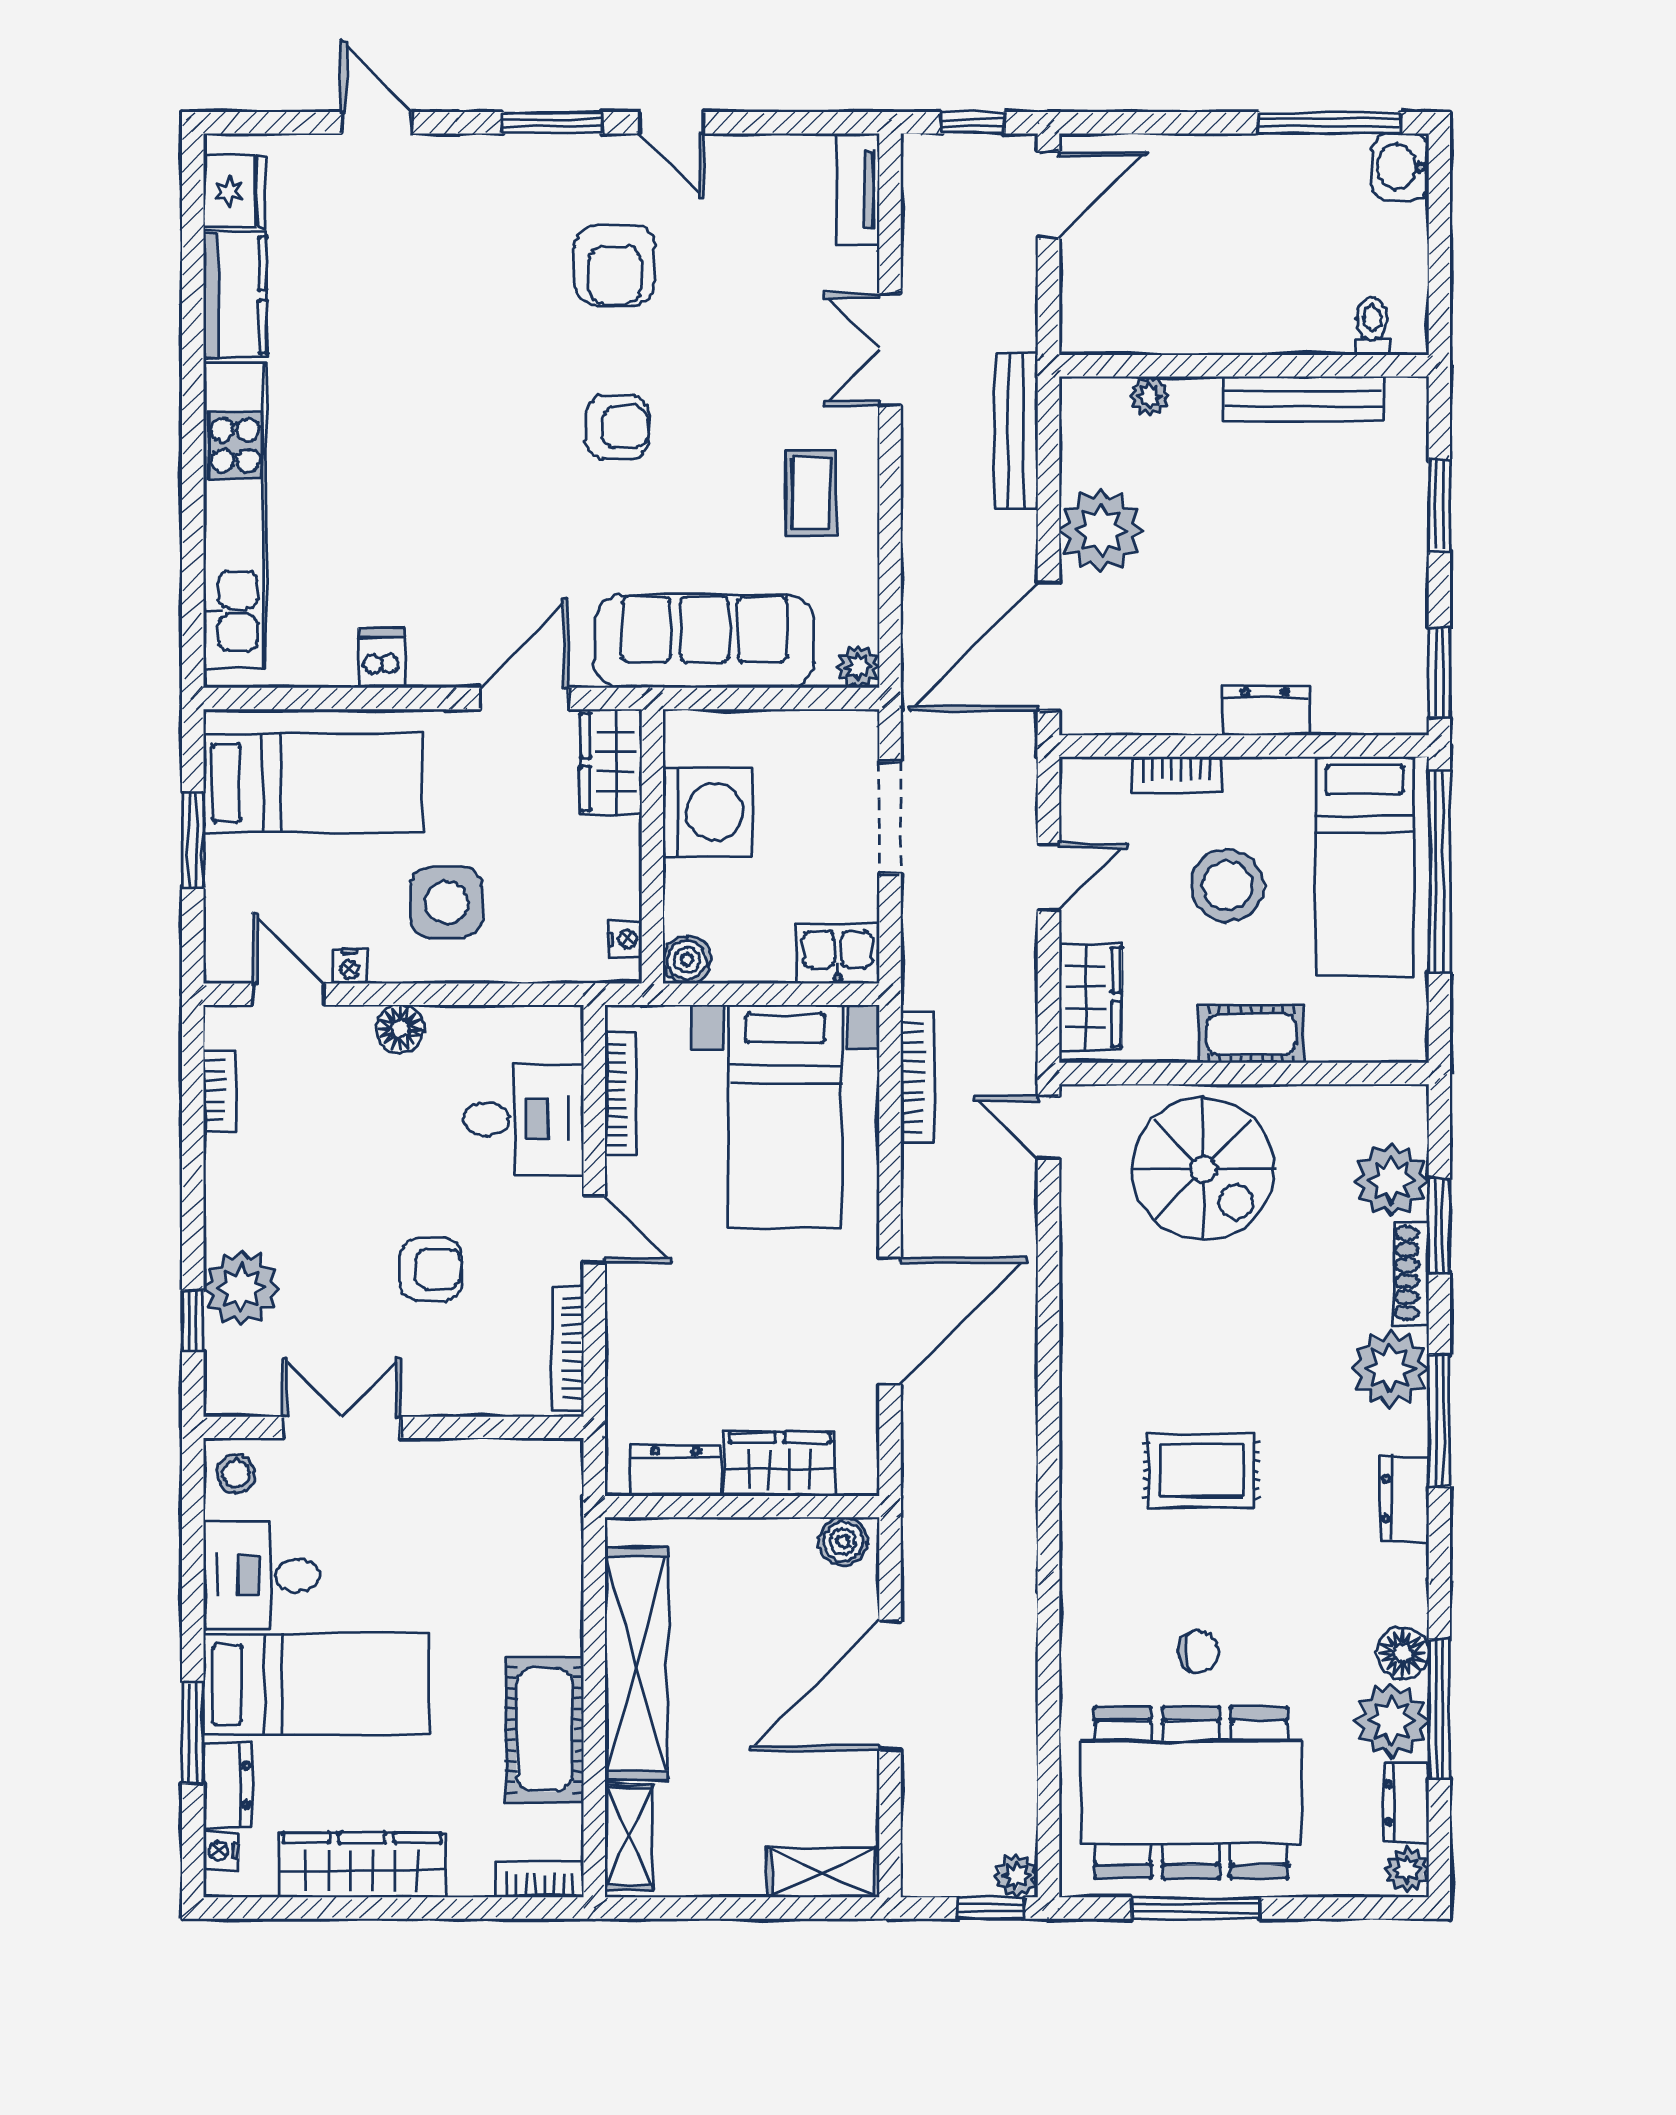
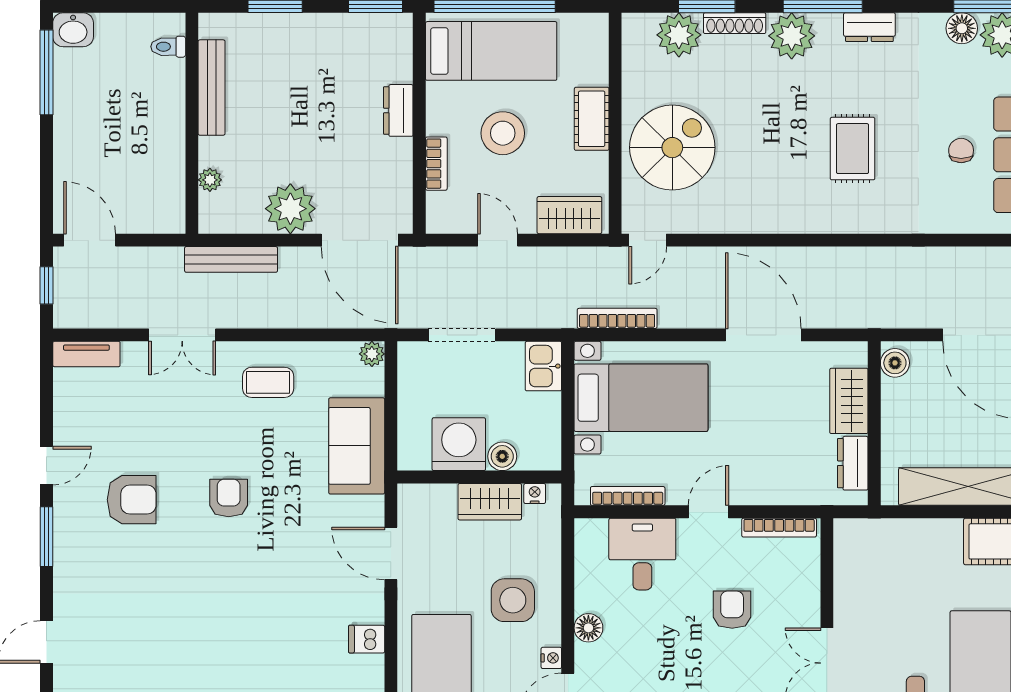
sofa: (704, 641) -> (357, 446), width x0.73
wardrobe: (611, 762) -> (490, 502), moved
boiler: (687, 960) -> (502, 456), moved

